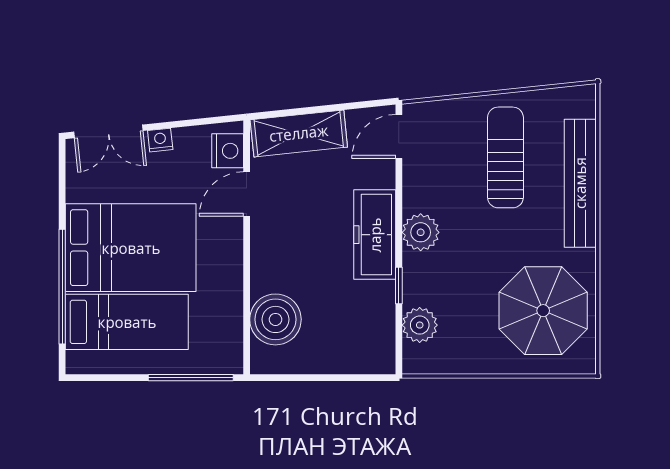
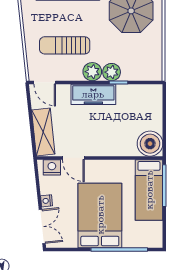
sun lounger: (505, 157) -> (65, 45), moved
boiler: (275, 319) -> (150, 144), moved
bed: (127, 322) -> (149, 190), moved, turned 180
plant: (420, 325) -> (112, 72), moved

